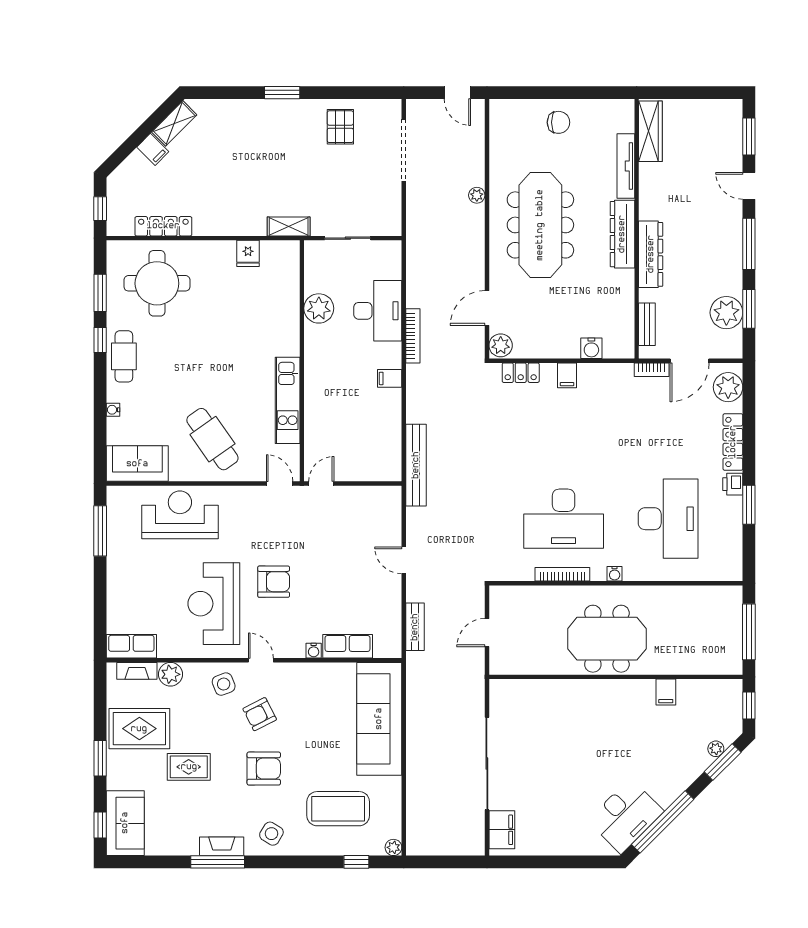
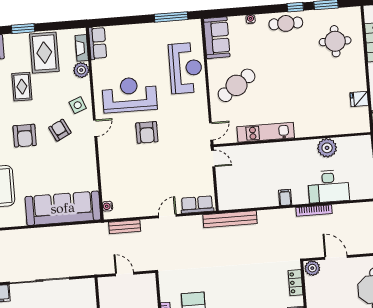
round table: (157, 283) -> (335, 41), width x0.73, depth x0.73
row of seats: (348, 646) -> (197, 205), moved, turned -90
water cooler: (314, 651) -> (107, 206), moved

